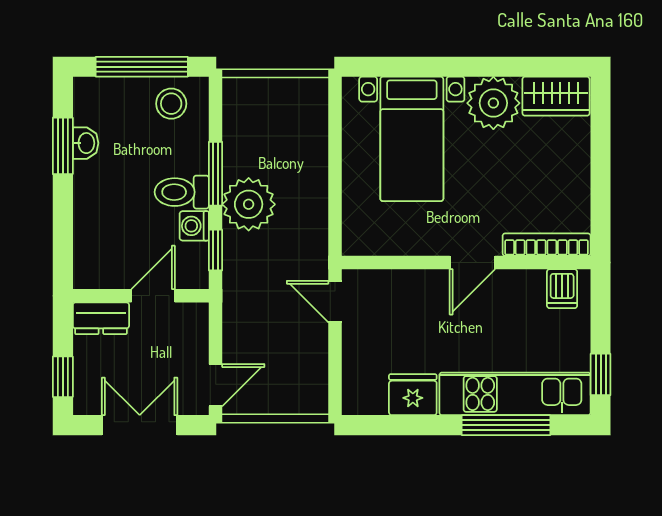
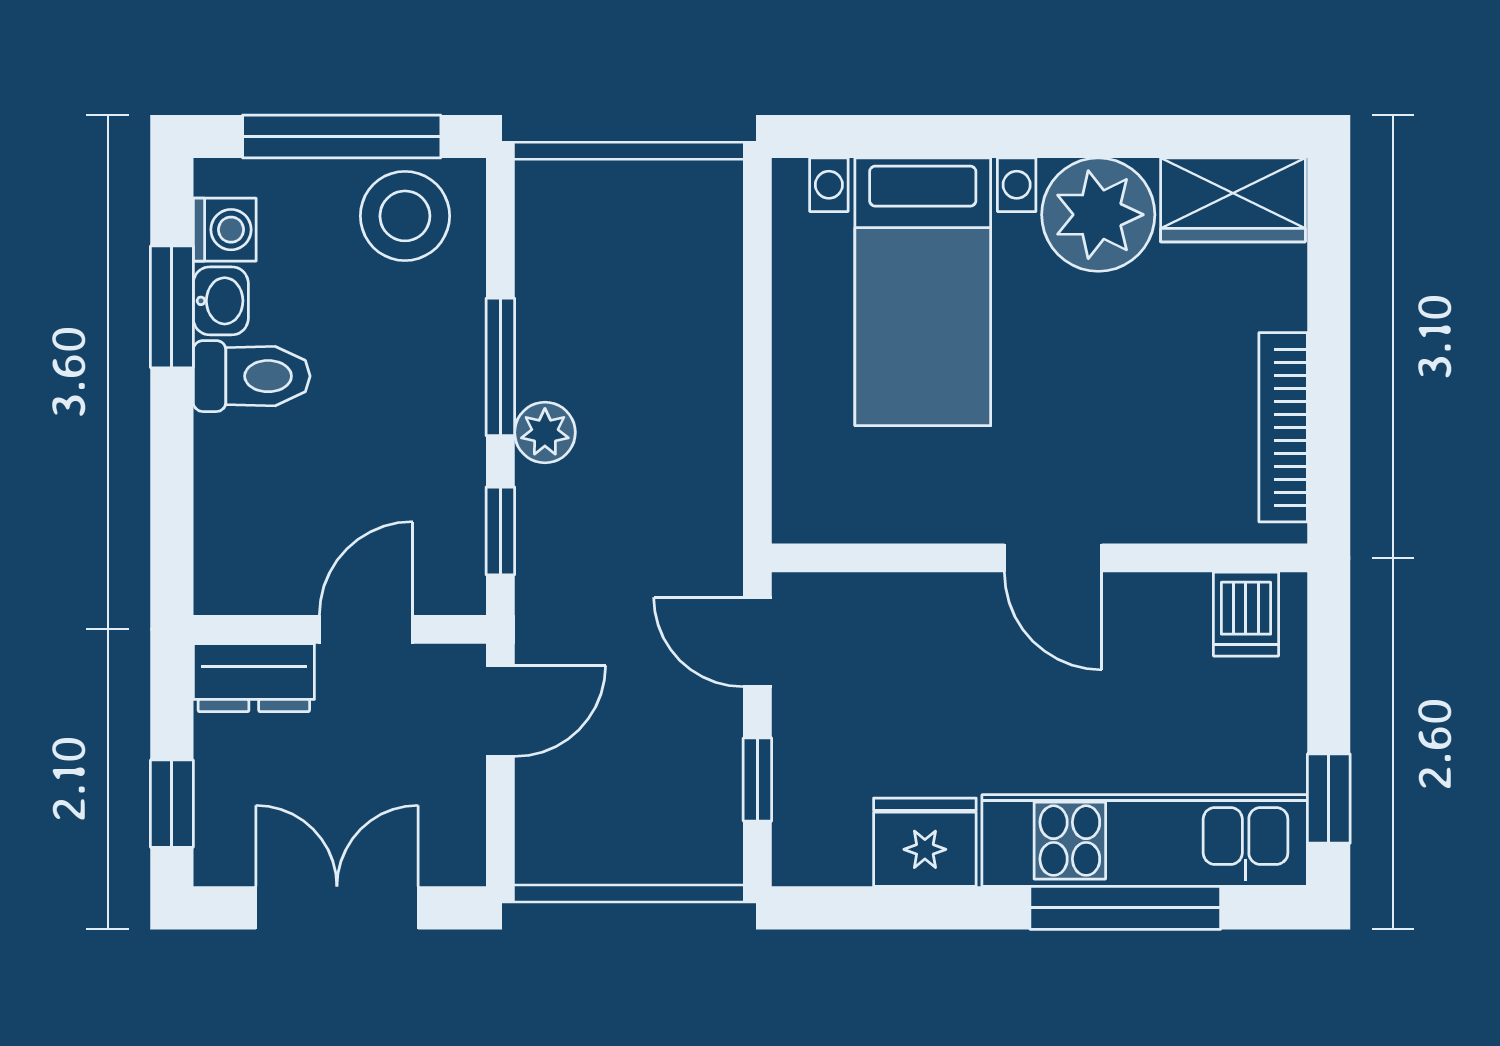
stool: (171, 104) -> (405, 216), width x1.38, depth x1.38
toilet: (182, 192) -> (252, 376), moved, turned 180
plant: (249, 204) -> (545, 432), width x0.53, depth x0.53
washing machine: (194, 226) -> (225, 230), moved, turned 180
bookcase: (547, 245) -> (1283, 427), moved, turned -90
door: (472, 263) -> (1053, 558), hinge flipped
window: (335, 366) -> (757, 779), added
door: (216, 385) -> (500, 711), moved

